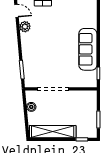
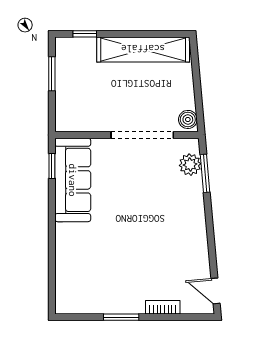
plant: (25, 27) -> (190, 165), moved
sofa: (88, 49) -> (73, 180), moved
boiler: (31, 107) -> (188, 119), moved

